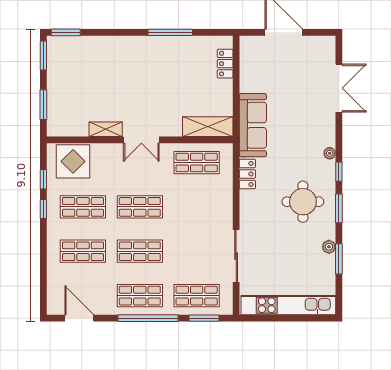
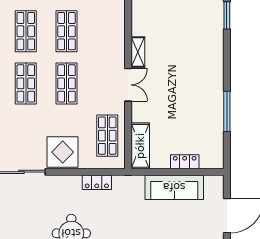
locker: (225, 64) -> (185, 162), moved
sofa: (253, 125) -> (174, 187), moved
double door: (141, 140) -> (128, 85), swing flipped
display table: (73, 161) -> (63, 152), moved

